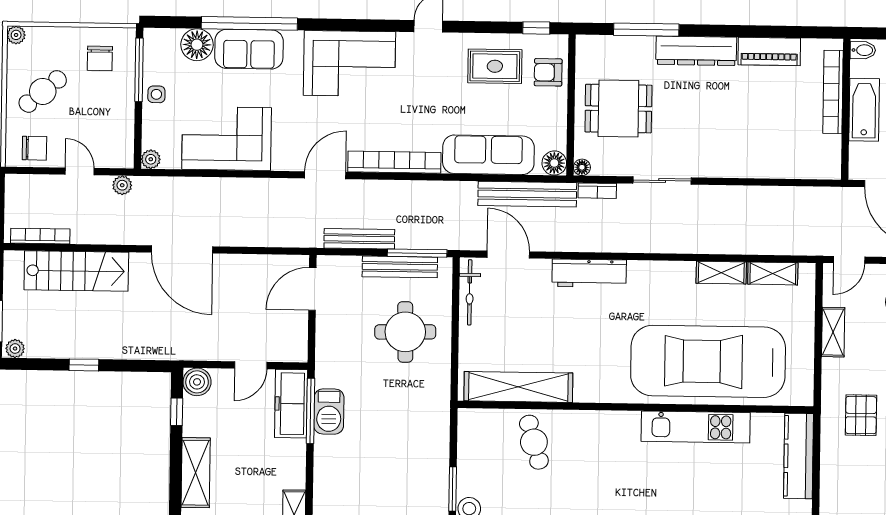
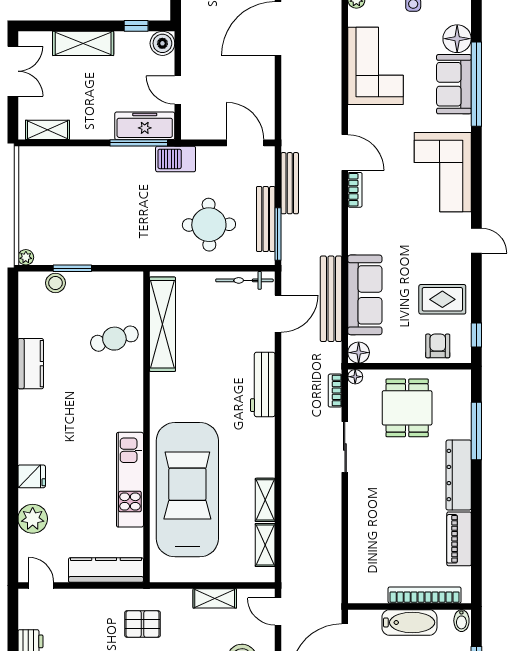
rug: (495, 66) -> (442, 299), turned 90
bookcase: (394, 162) -> (355, 190), width x0.43, depth x0.76
bench: (527, 194) -> (331, 299), moved
barbecue: (329, 411) -> (176, 159), moved

